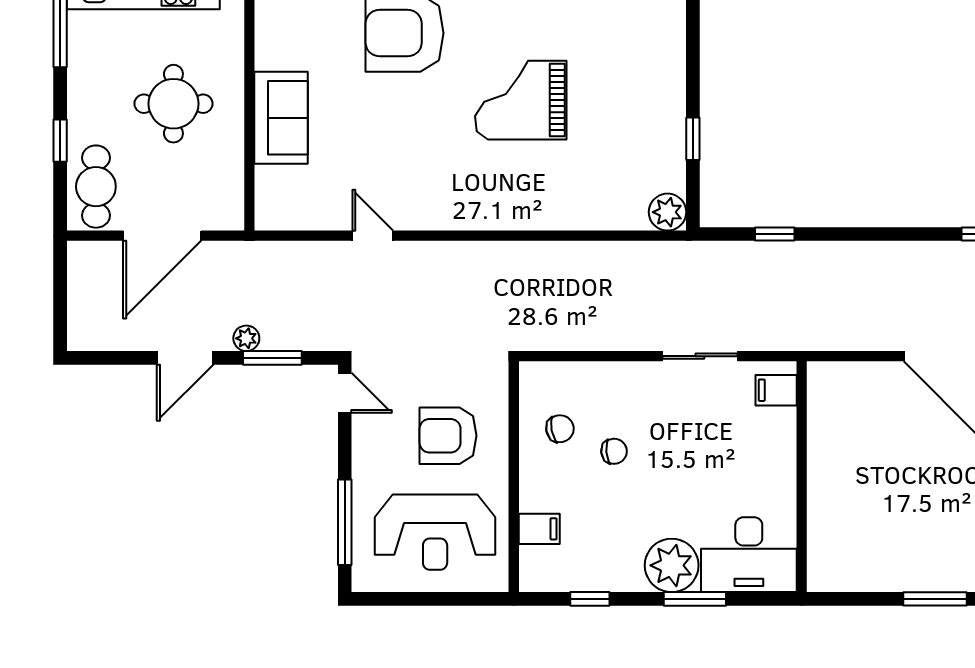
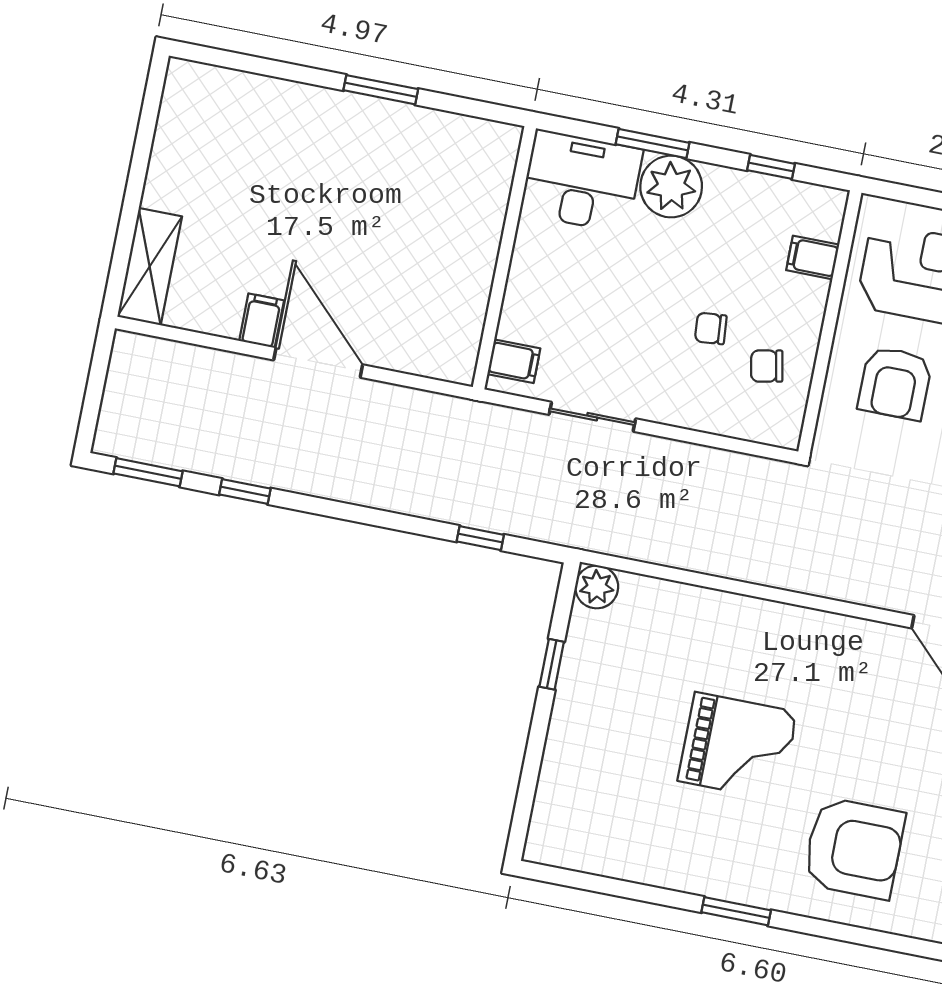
armchair: (448, 436) -> (895, 383), turned 90

